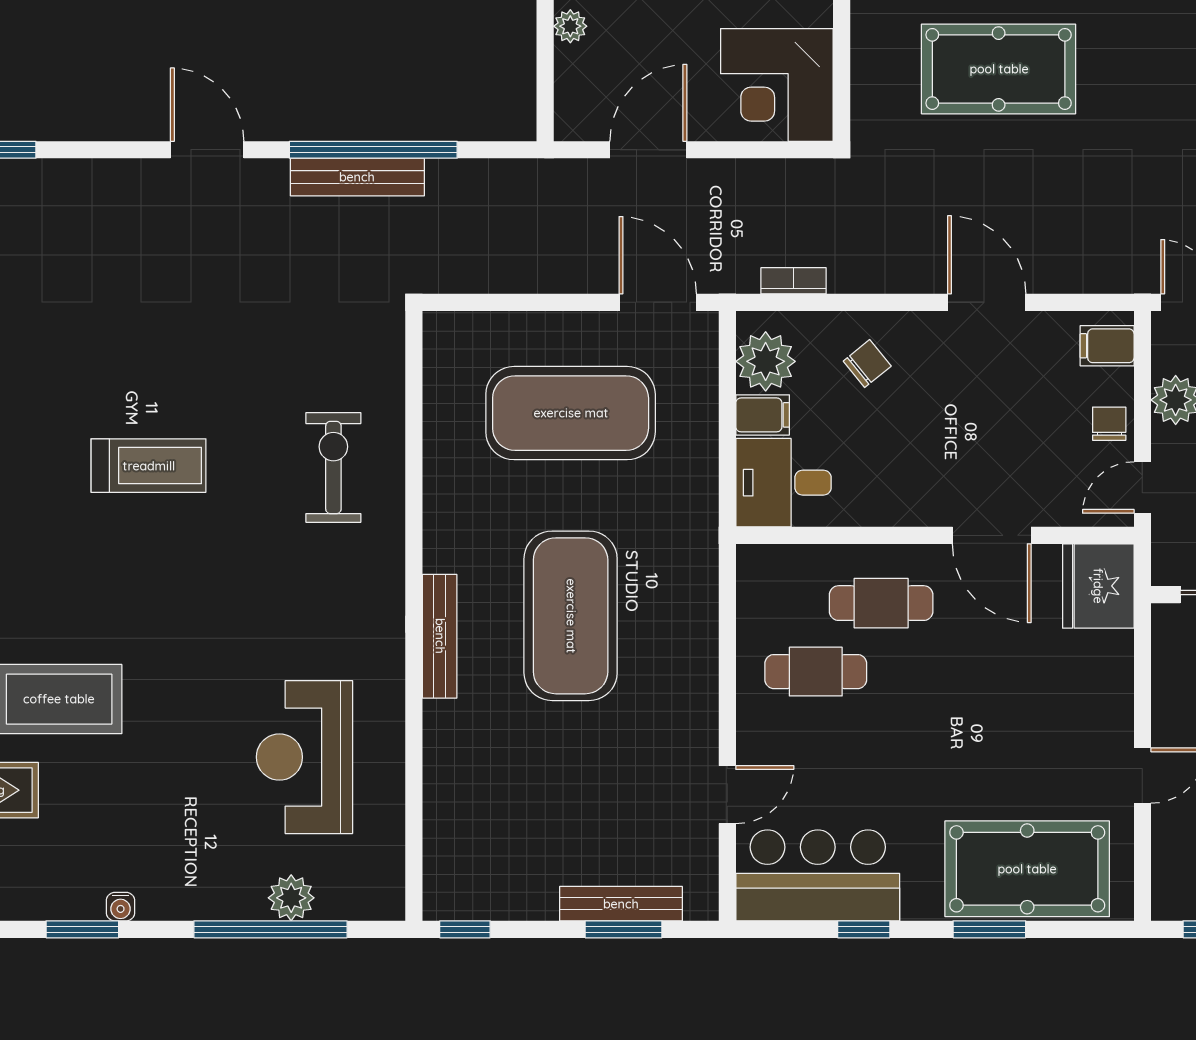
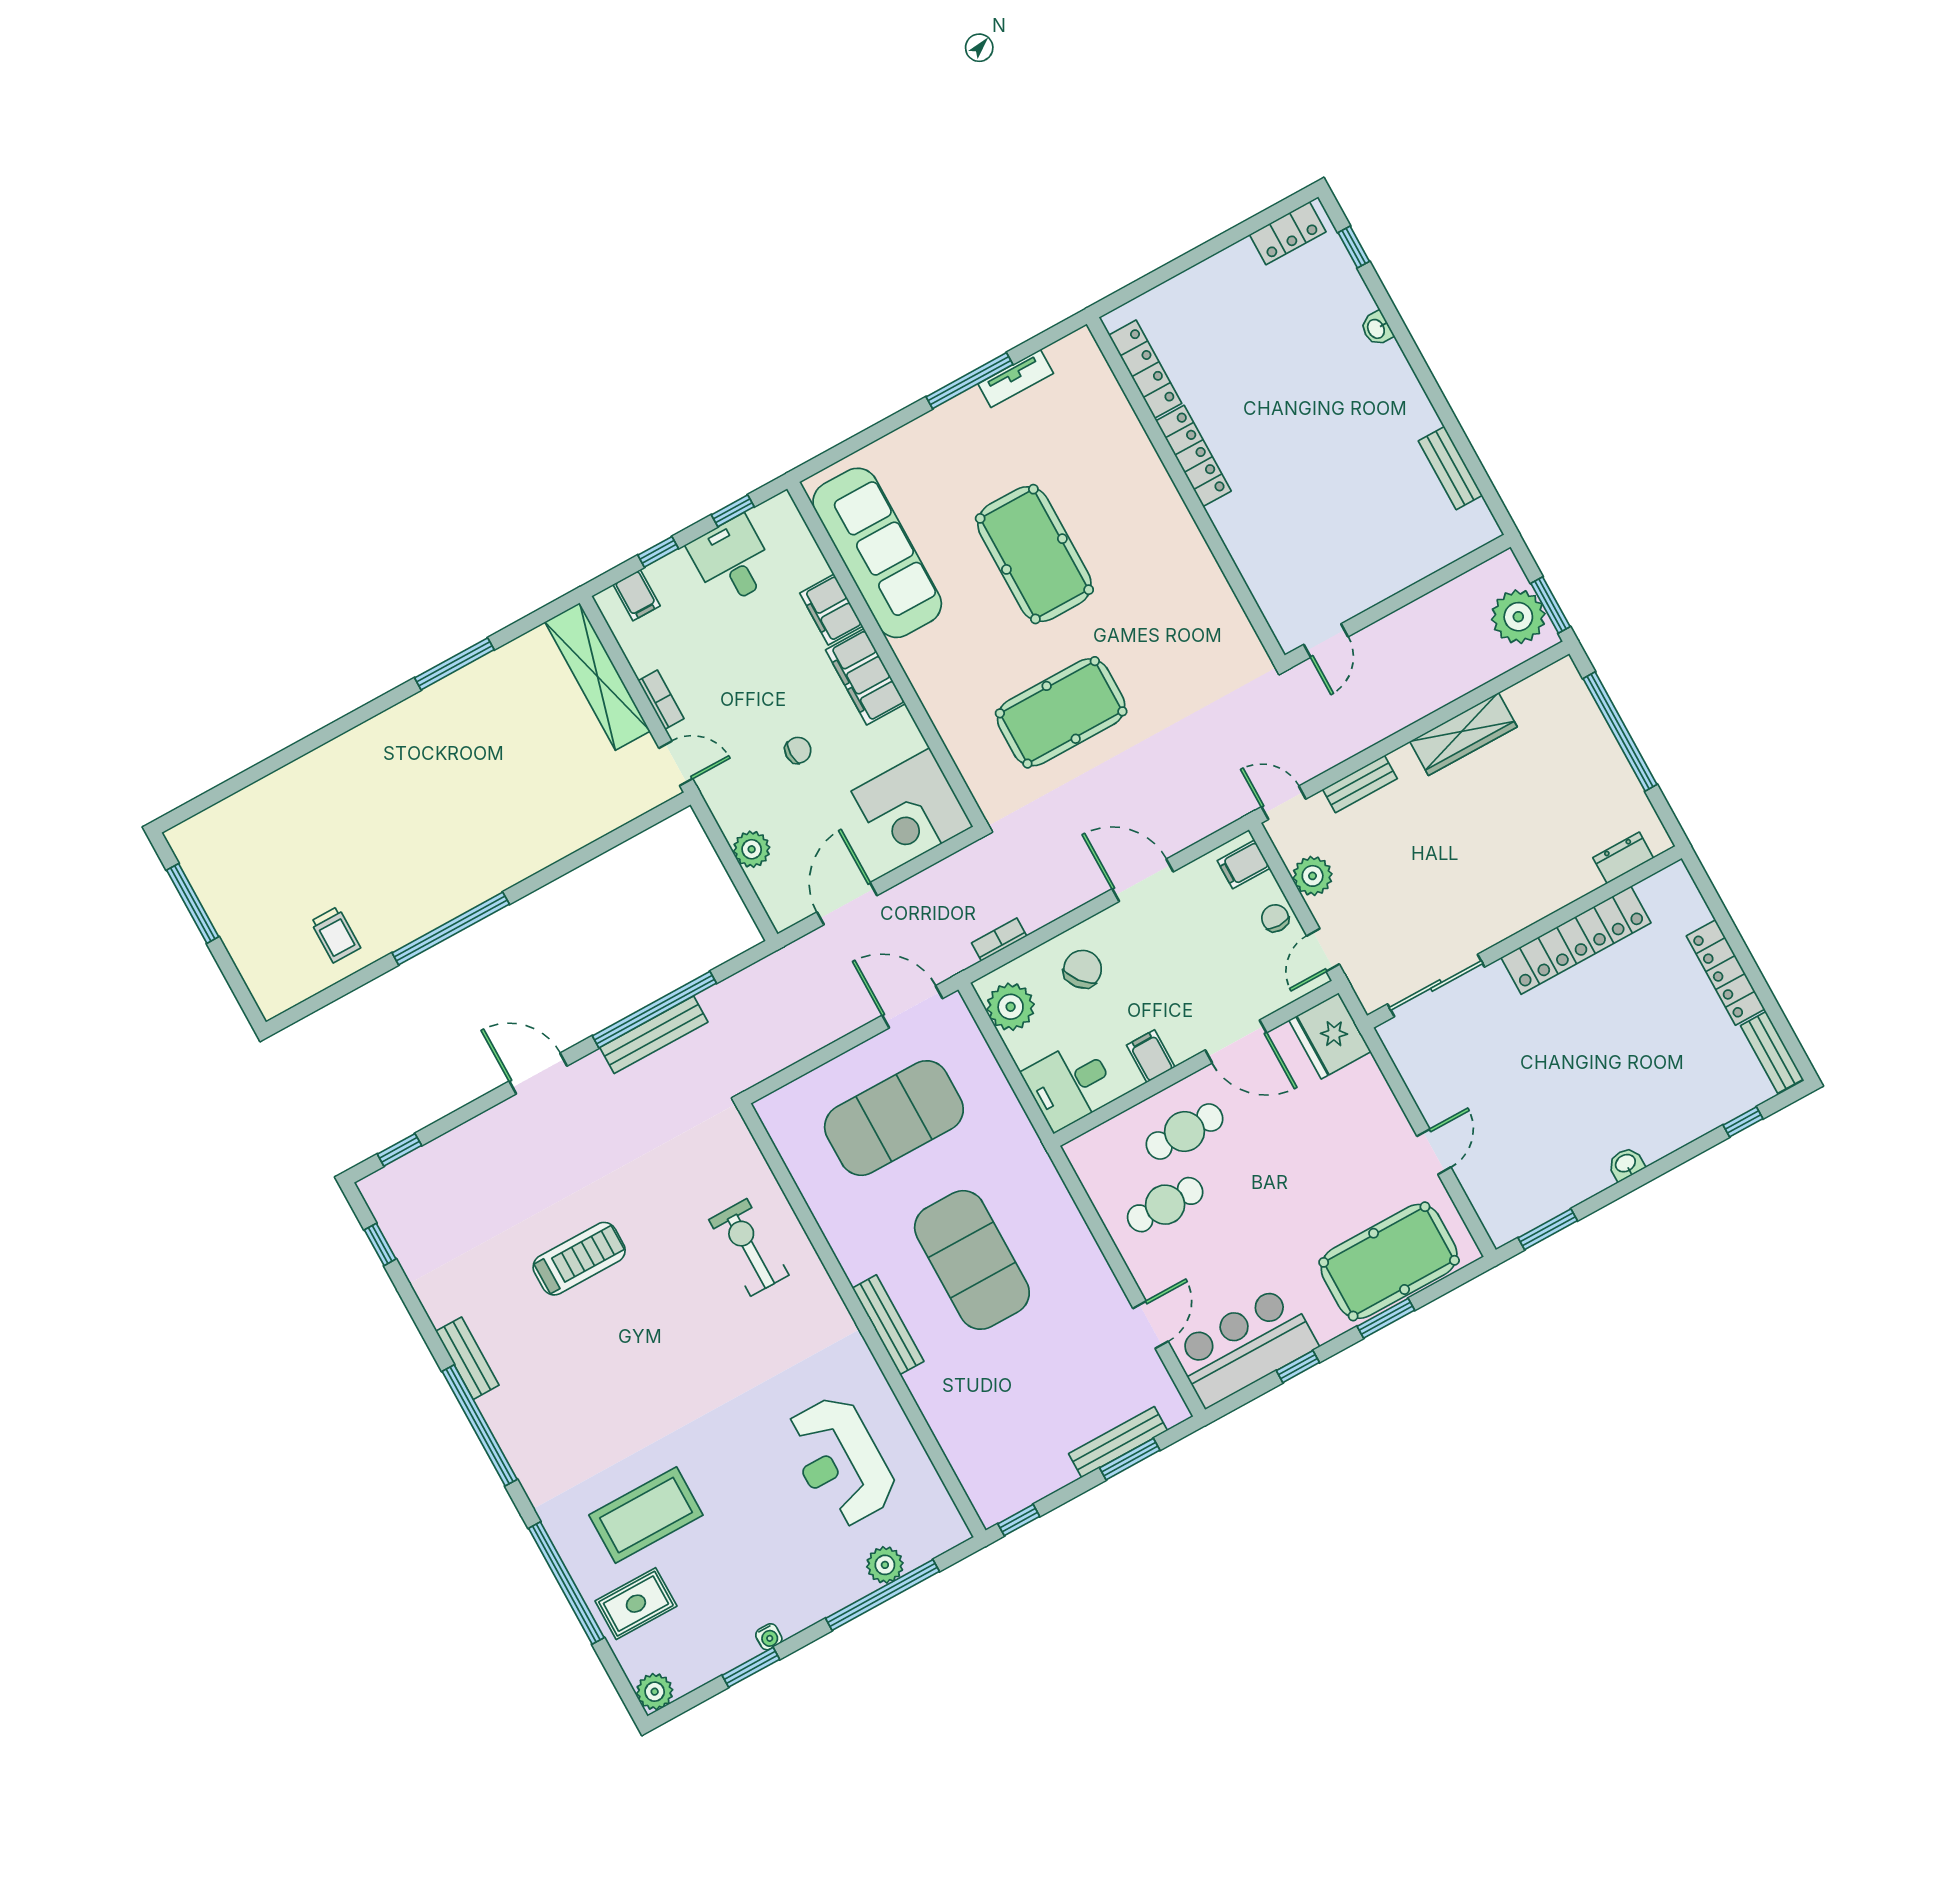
plant: (570, 26) -> (752, 849), width x1.38, depth x1.38
chair: (867, 364) -> (1083, 969), width x1.37, depth x1.37
filing cabinet: (763, 415) -> (1151, 1056), moved, turned -90
treadmill: (149, 466) -> (579, 1259), moved

